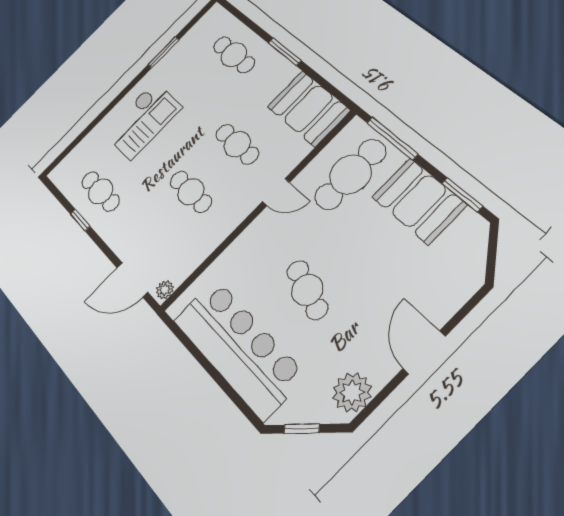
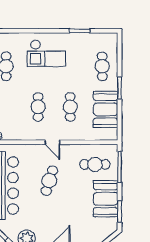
booth: (308, 109) -> (106, 109), moved
cafe table: (350, 174) -> (95, 164), width x0.73, depth x0.74
door: (276, 192) -> (52, 142), moved
cafe table: (307, 290) -> (49, 181), moved

